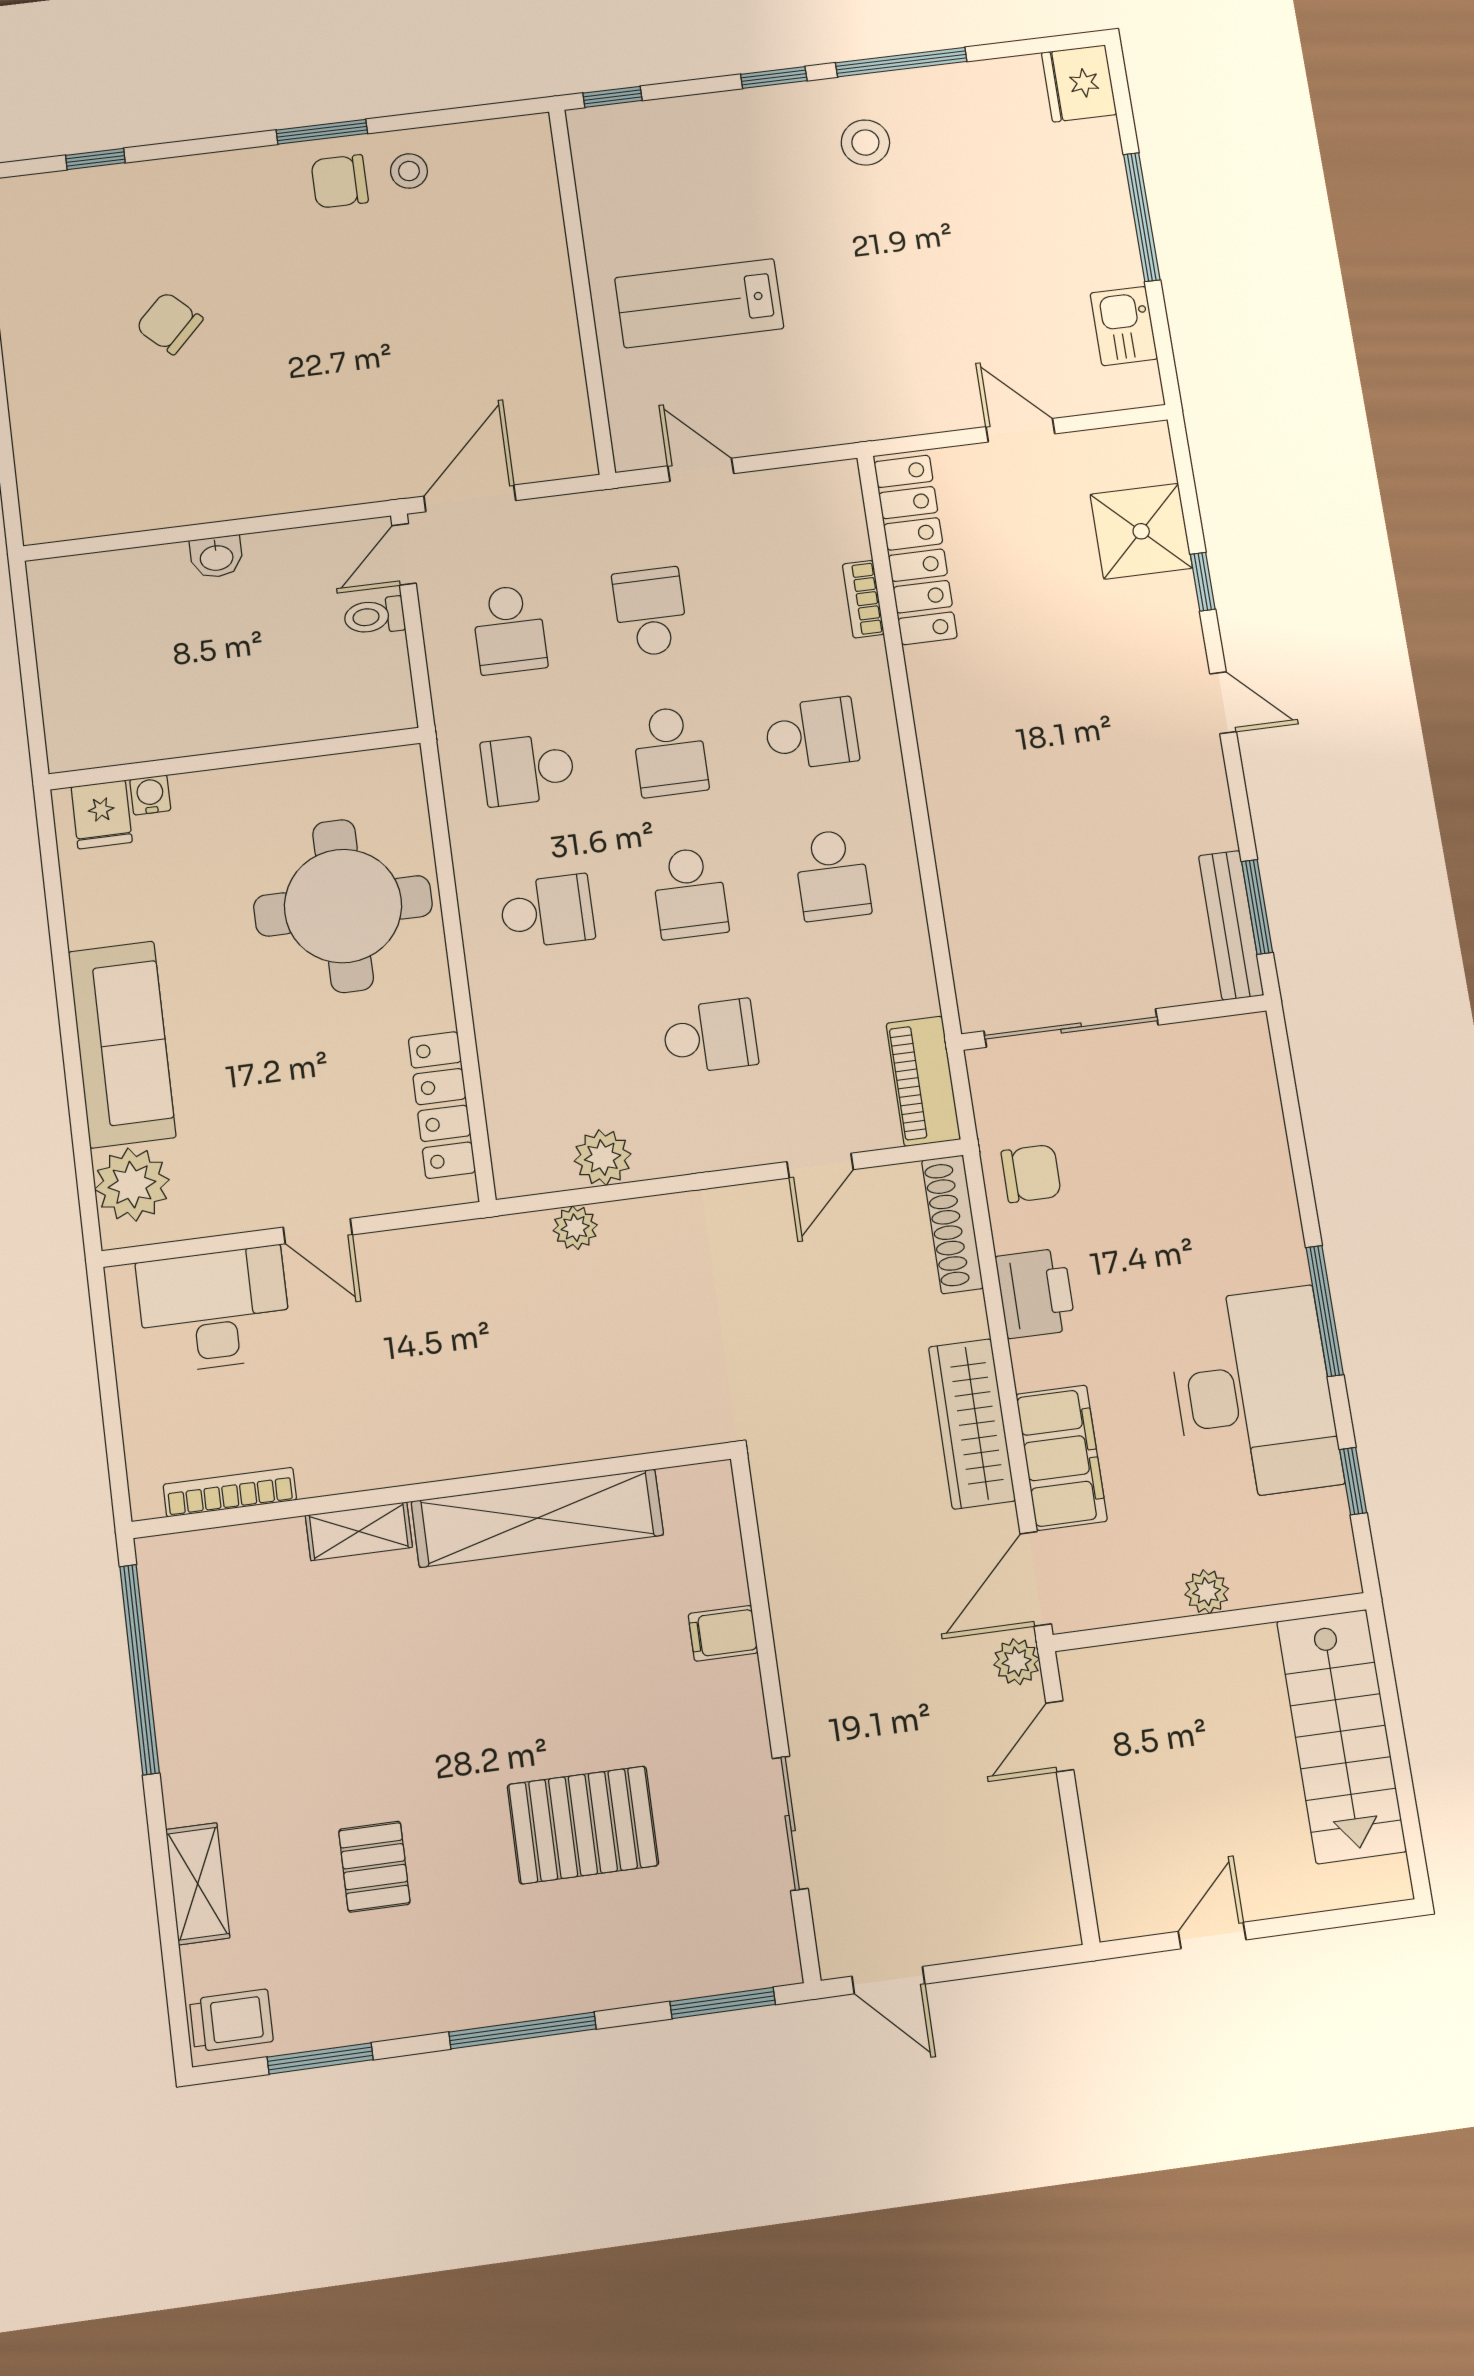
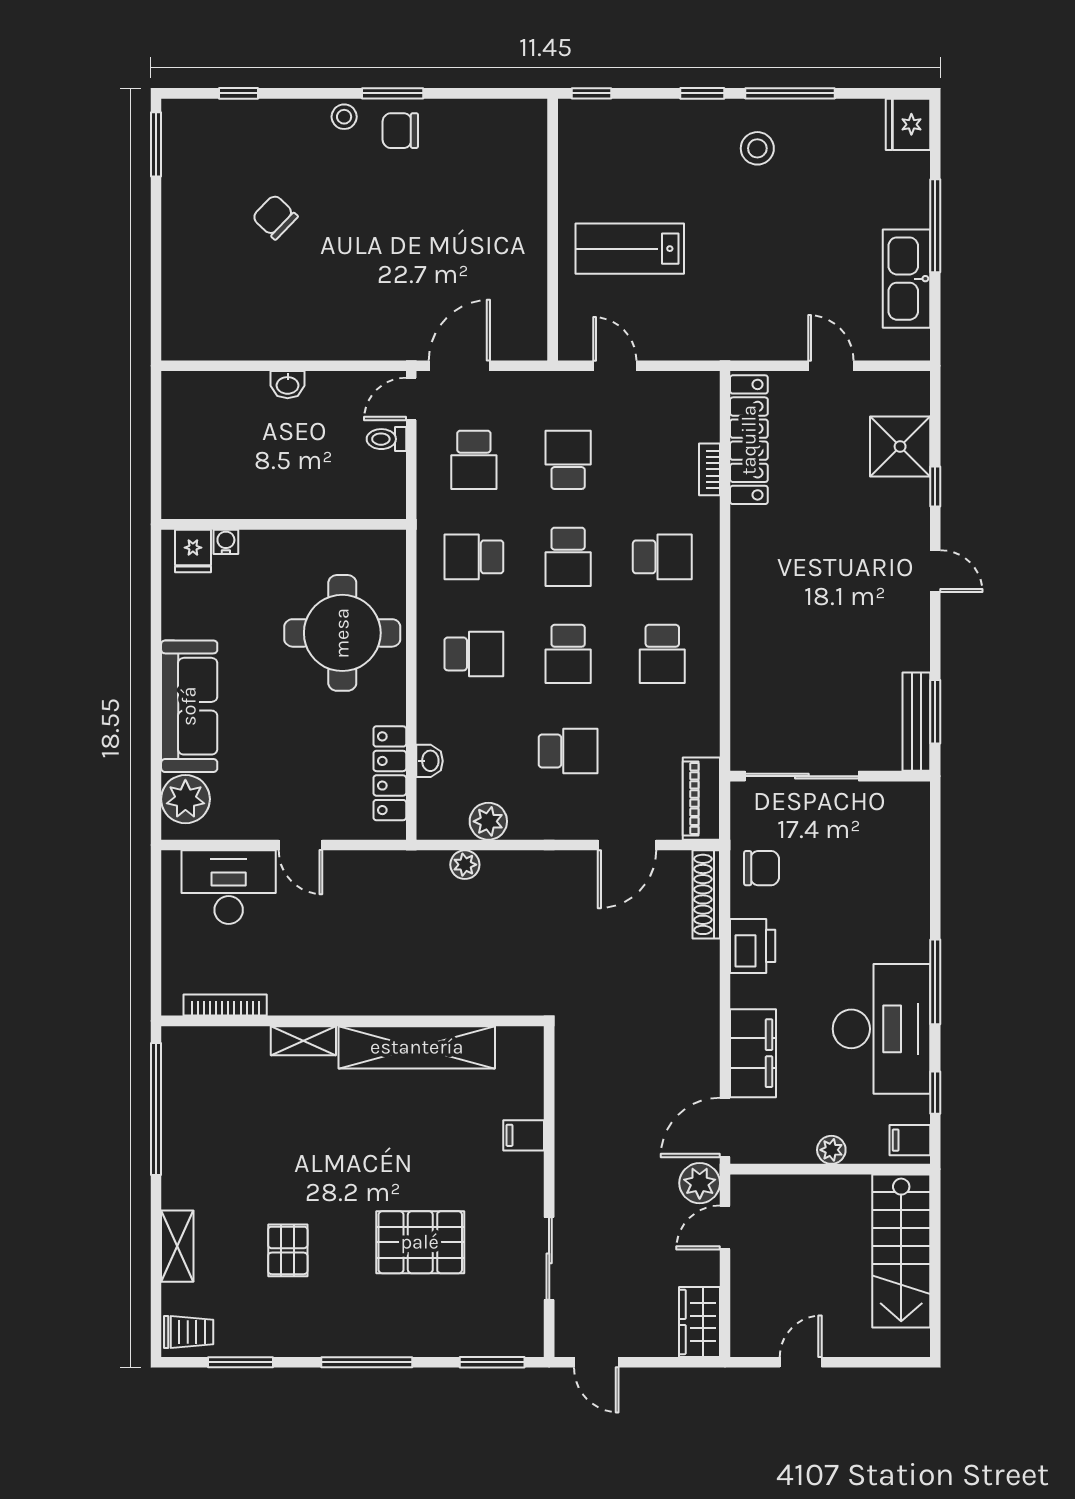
stool: (409, 171) -> (344, 117), moved
kitchen sink: (1124, 326) -> (907, 279), width x1.88, depth x1.24
washbasin: (500, 1078) -> (430, 761), added
door: (820, 1166) -> (627, 845), width x1.37
wardrobe: (972, 1424) -> (699, 1322), moved, width x0.67
filing cabinet: (1326, 1560) -> (910, 1140), added
plant: (1017, 1662) -> (700, 1183), width x1.38, depth x1.38

